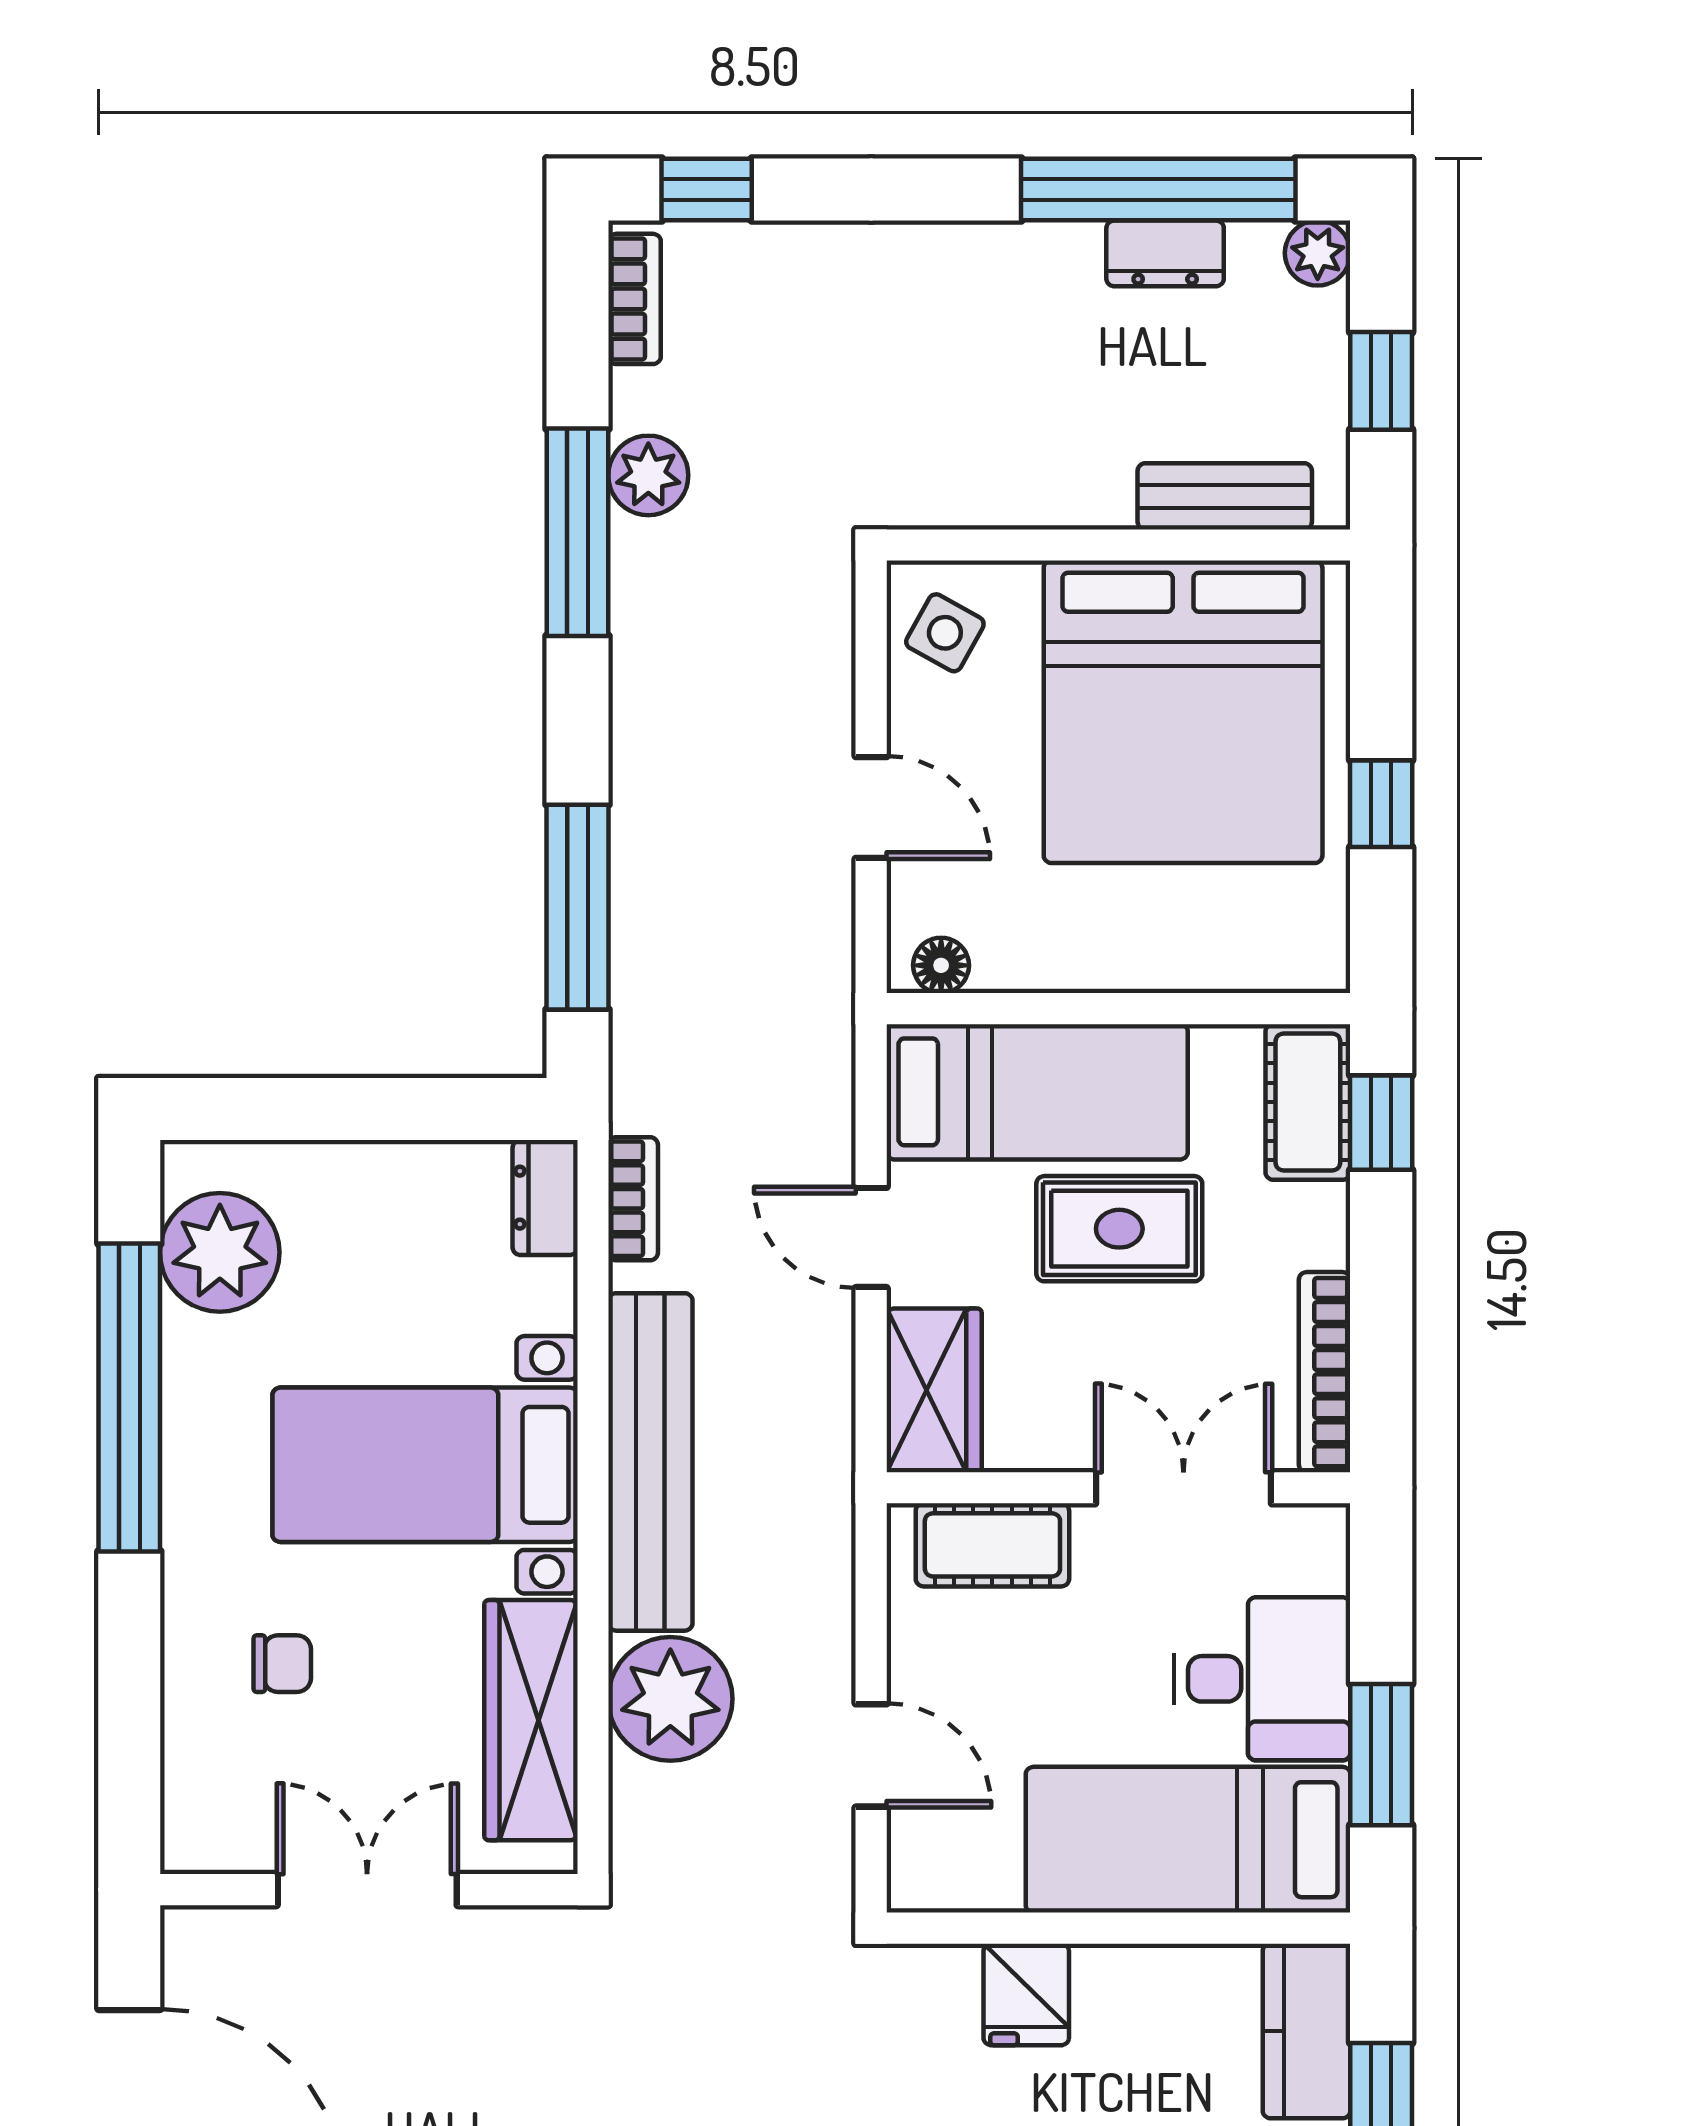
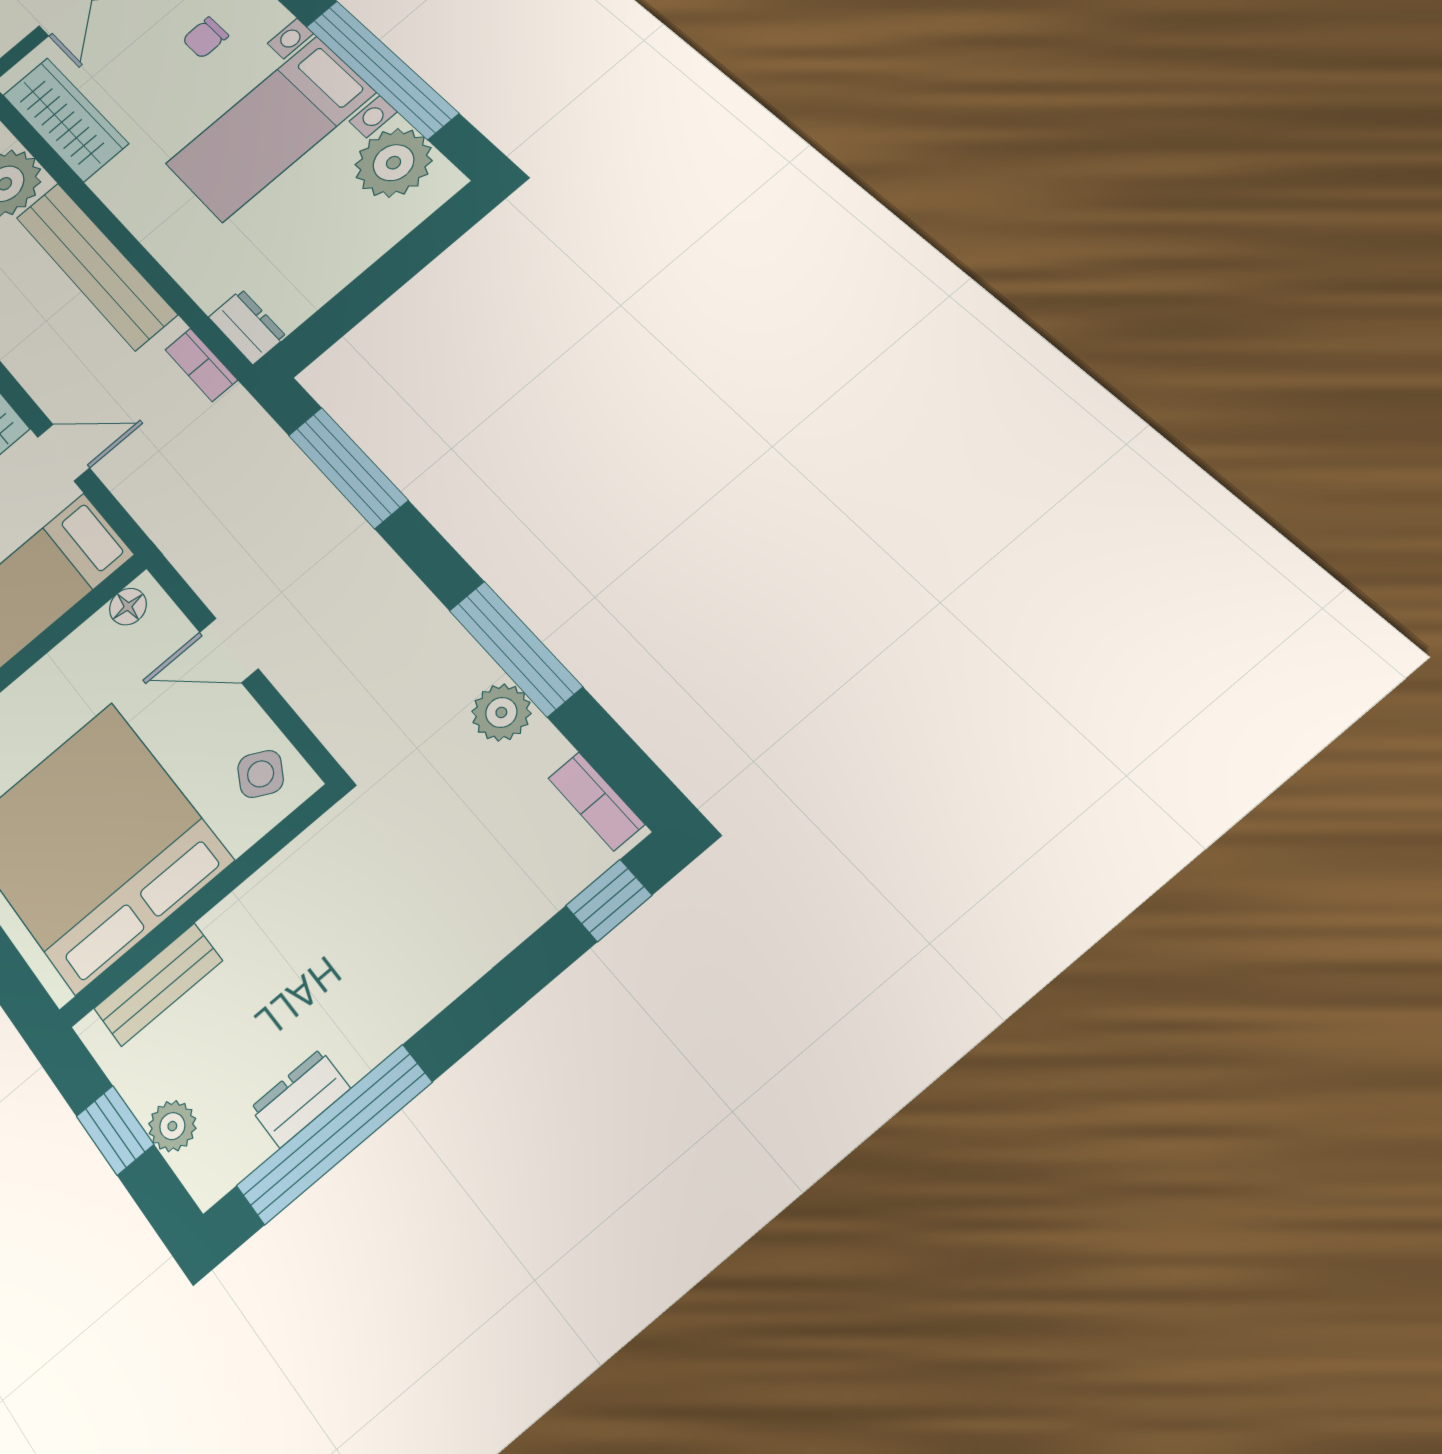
plant: (1318, 253) -> (172, 1126), moved
bed with nightstands: (425, 1465) -> (270, 129), moved, turned 180

